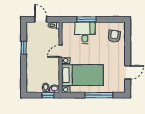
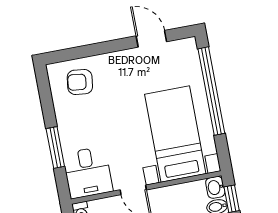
desk: (85, 33) -> (88, 172), moved, turned -90
window: (99, 95) -> (211, 91), width x1.46

